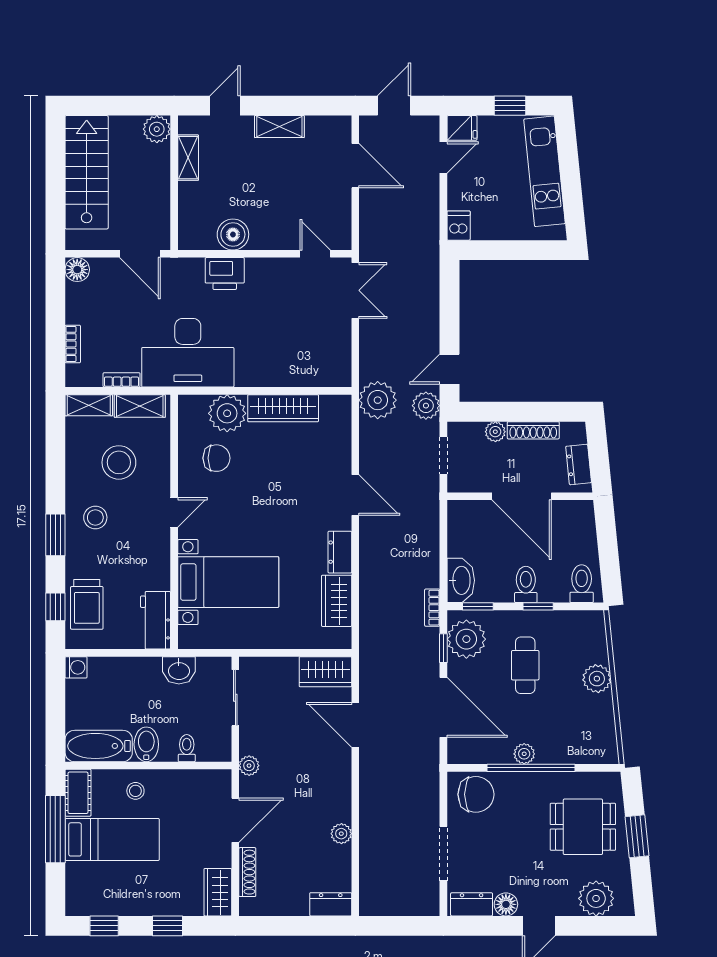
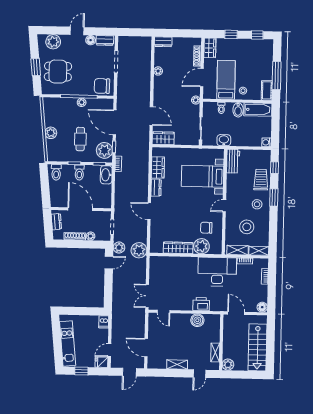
trolley: (87, 604) -> (261, 180), moved
bed: (112, 839) -> (226, 80), moved, turned 90

